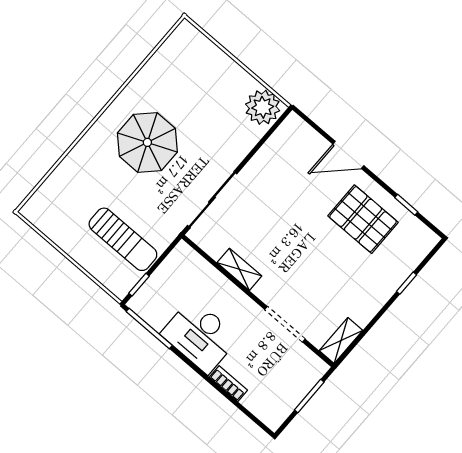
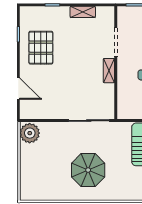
door: (348, 155) -> (18, 89), moved
shelving: (239, 269) -> (109, 71), moved
shelving: (341, 340) -> (83, 12), moved

